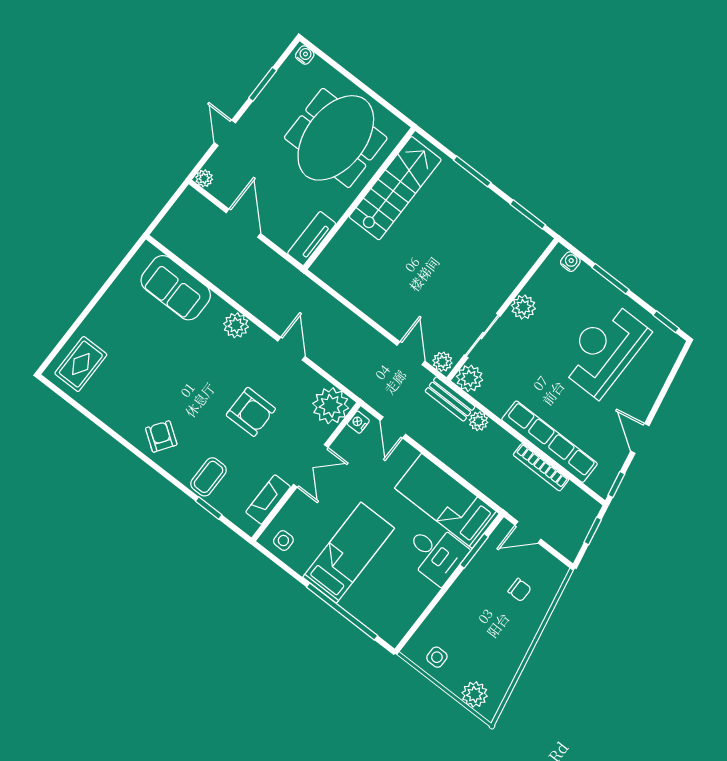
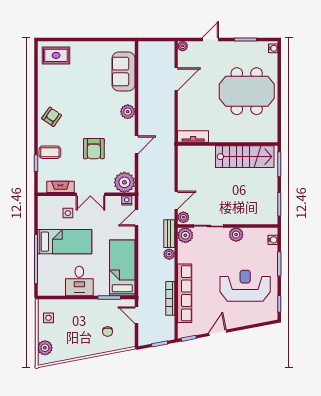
stairs: (395, 188) -> (245, 157), moved
wall: (359, 198) -> (228, 144), moved
tv unit: (312, 238) -> (193, 137), moved
side table: (283, 541) -> (68, 213), moved
desk: (436, 553) -> (79, 281), moved

